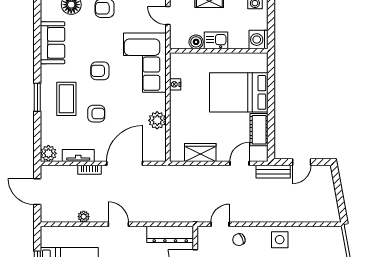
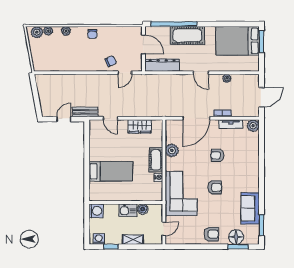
door: (168, 16) -> (164, 229), hinge flipped
bed: (239, 92) -> (111, 171), width x0.67
window: (37, 97) -> (262, 225), moved
coffee table: (66, 99) -> (240, 166), removed
cot: (259, 130) -> (156, 160), moved
door: (239, 163) -> (110, 118), hinge flipped
door: (37, 192) -> (262, 97), hinge flipped
side table: (280, 240) -> (80, 61), removed

